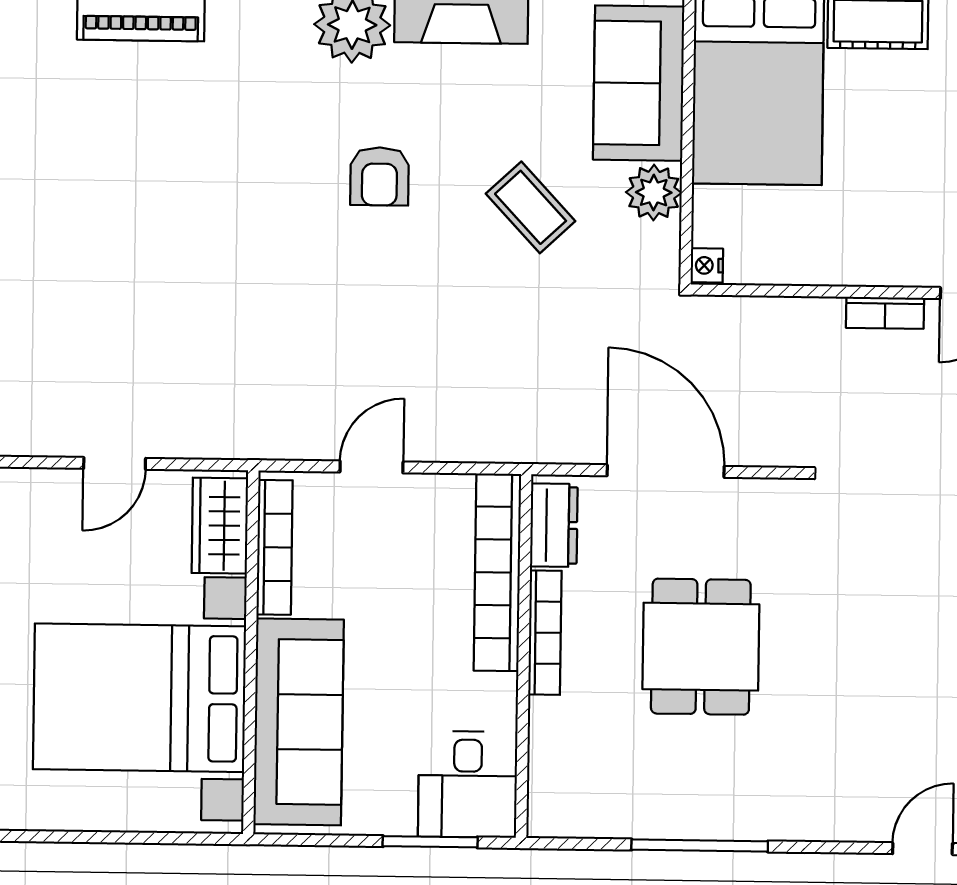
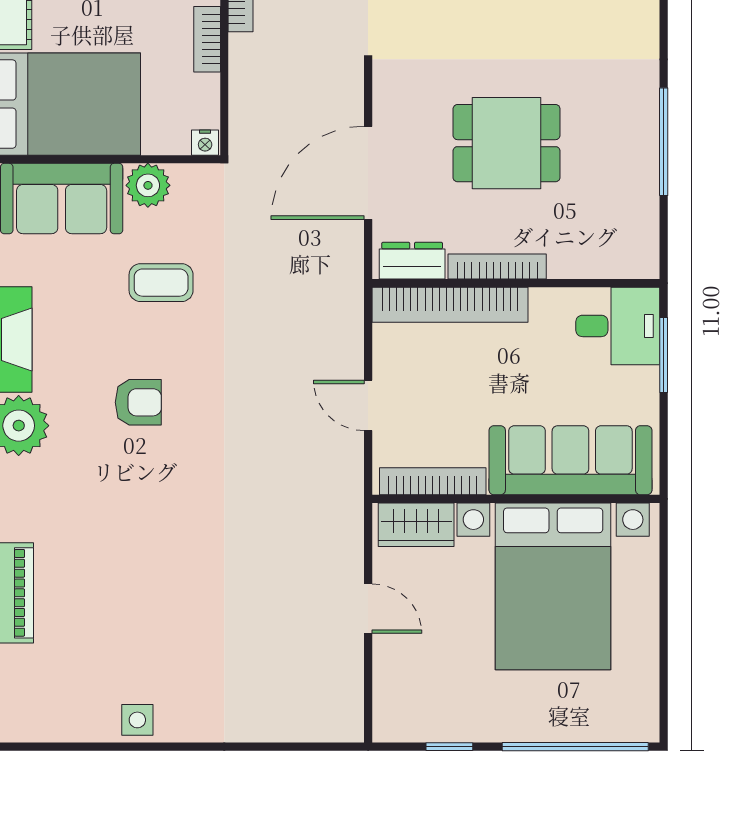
coffee table: (531, 207) -> (161, 283), turned 43
bookcase: (837, 270) -> (207, 39), added

